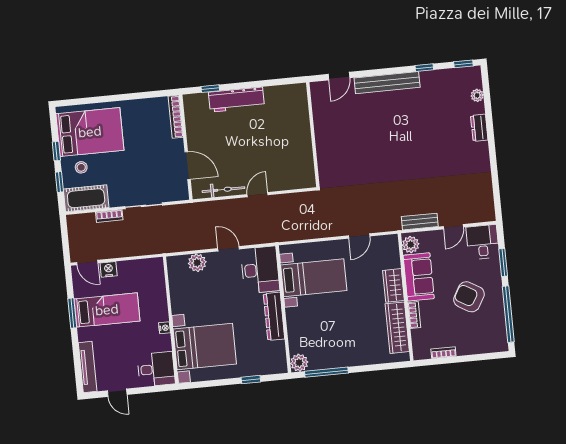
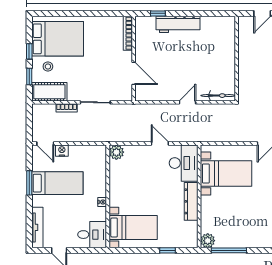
bicycle: (223, 190) -> (218, 96), moved
plant: (197, 263) -> (116, 152), moved
bed with nightstands: (205, 346) -> (133, 227), width x0.73

